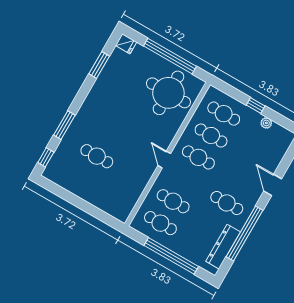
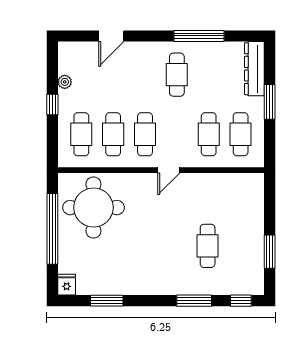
door: (273, 185) -> (111, 36), moved
window: (68, 196) -> (270, 252), added
window: (245, 234) -> (199, 36), width x0.68
dresser: (223, 247) -> (254, 69), moved, turned 90
window: (171, 256) -> (270, 102), width x0.47

